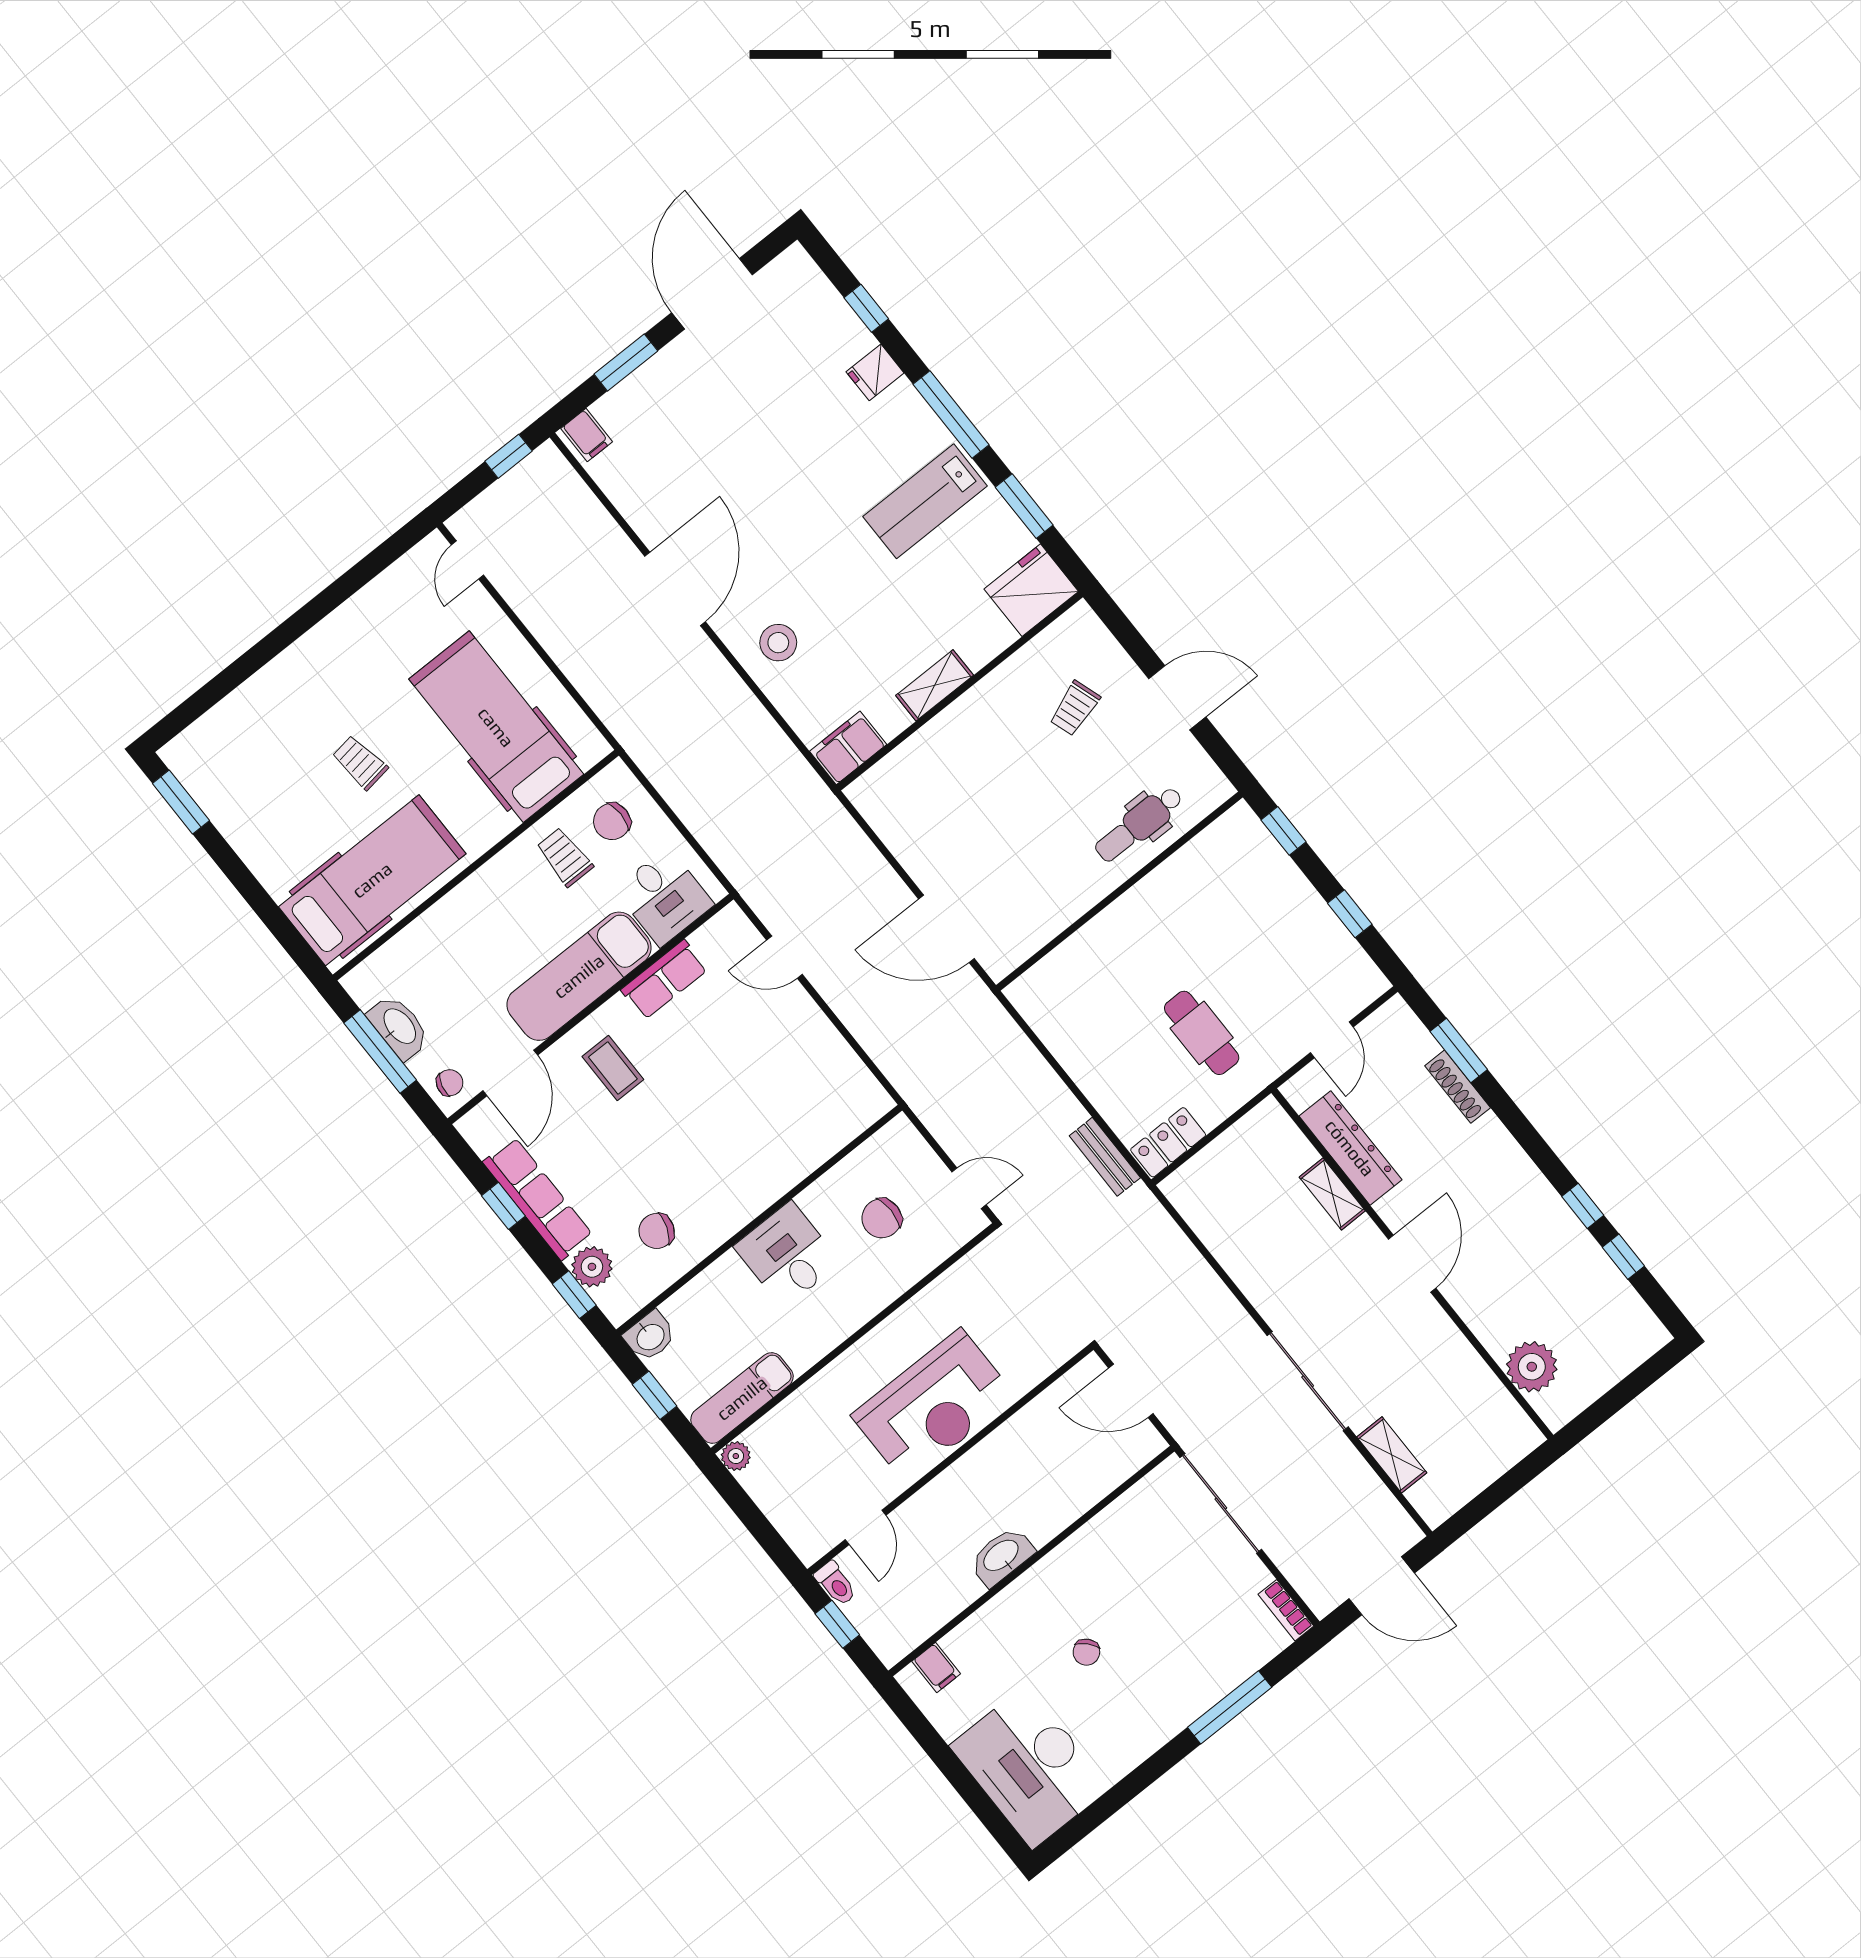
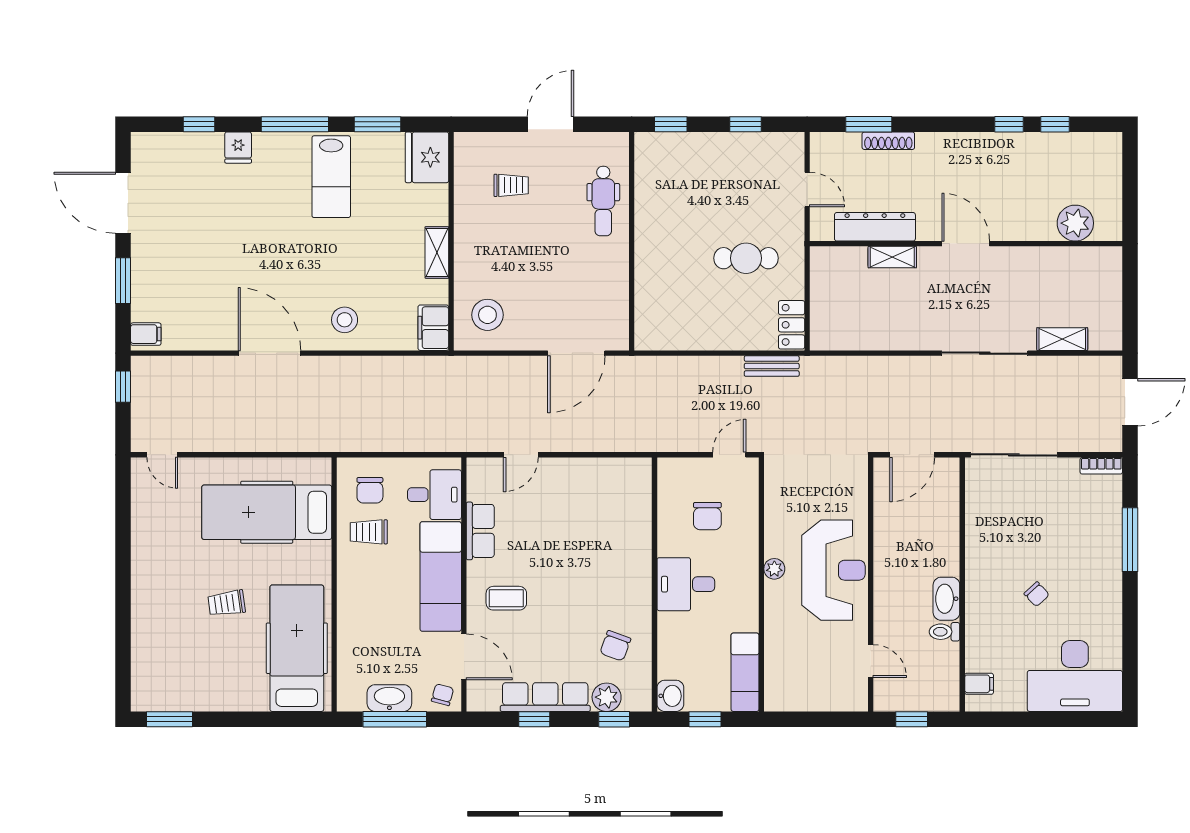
trolley: (1075, 708) -> (511, 185), turned -72
stool: (910, 797) -> (487, 315), added
plant: (736, 1456) -> (774, 569), moved
toilet: (836, 1583) -> (944, 632), moved, turned 180

